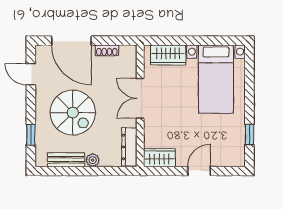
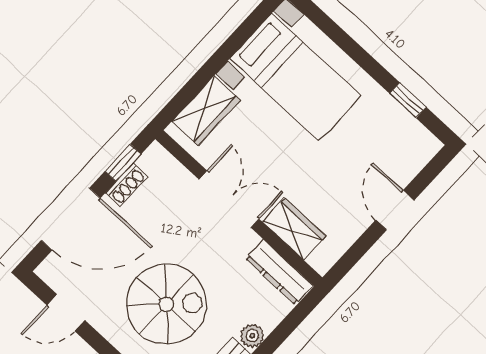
window: (115, 41) -> (123, 163), added
double door: (140, 98) -> (229, 199), swing flipped
wardrobe: (159, 158) -> (294, 229), moved, turned 90

